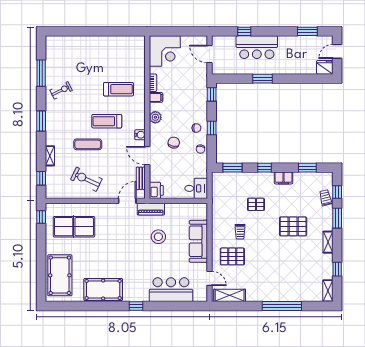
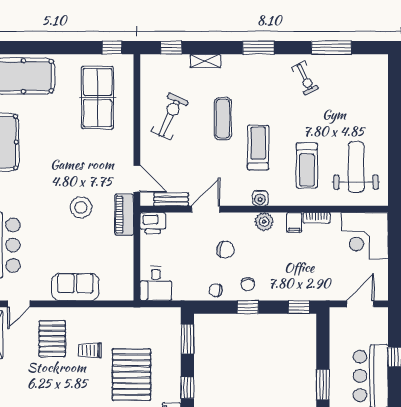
weight bench: (119, 57) -> (356, 167), added
water cooler: (140, 135) -> (260, 198), moved
pallet: (256, 204) -> (131, 375), width x2.05, depth x2.00
stool: (158, 237) -> (81, 207), moved
sofa: (198, 241) -> (75, 287), width x0.73

